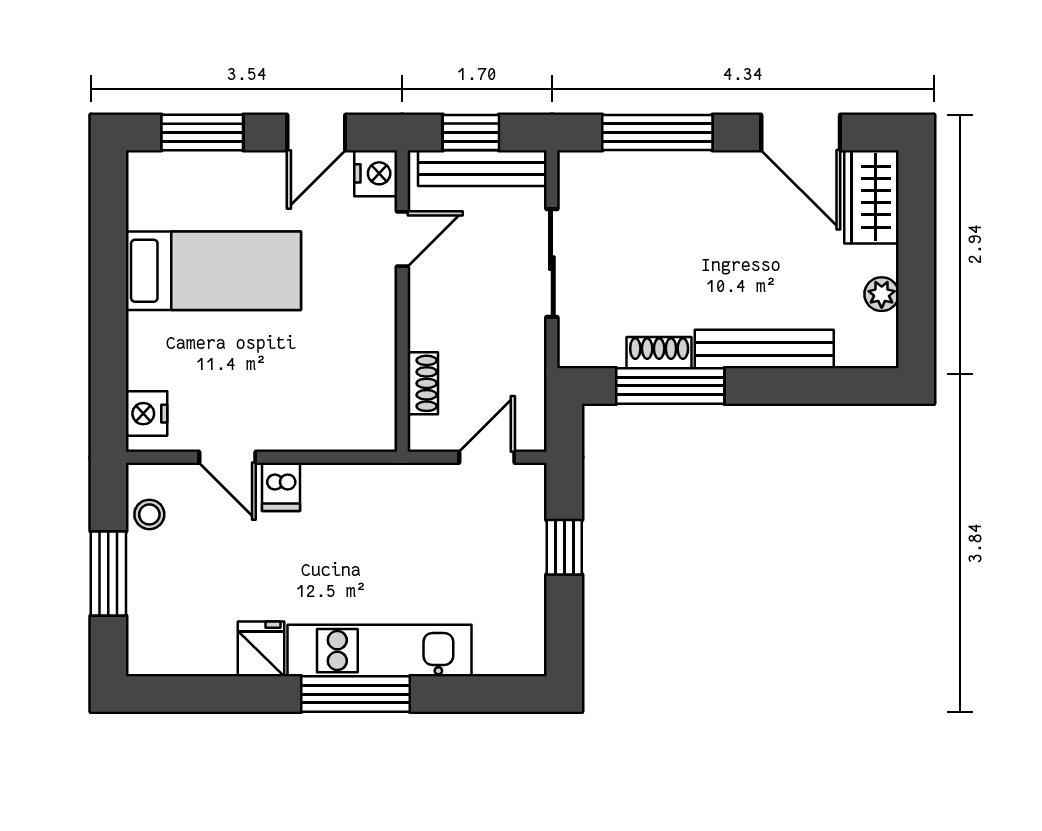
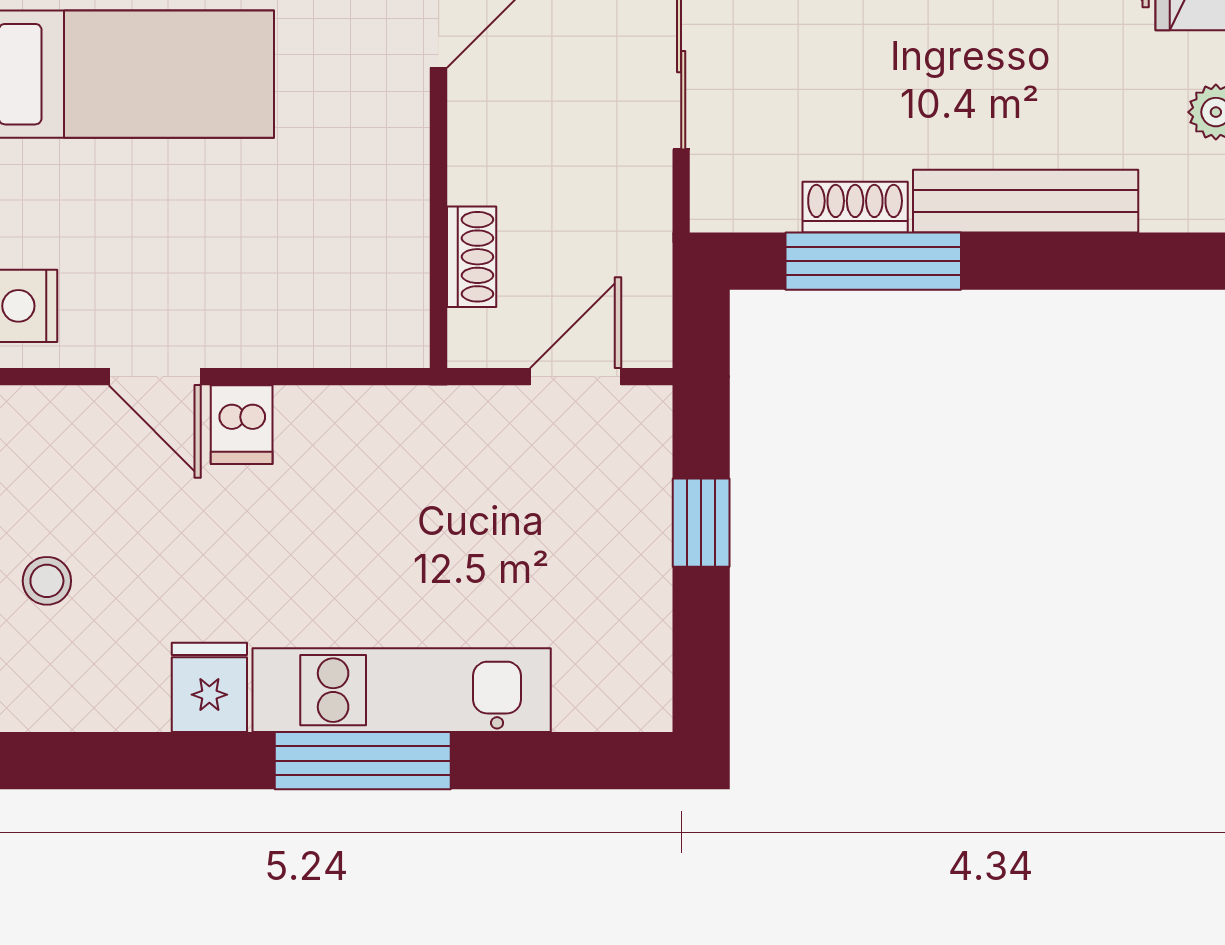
stool: (149, 514) -> (47, 581), moved

